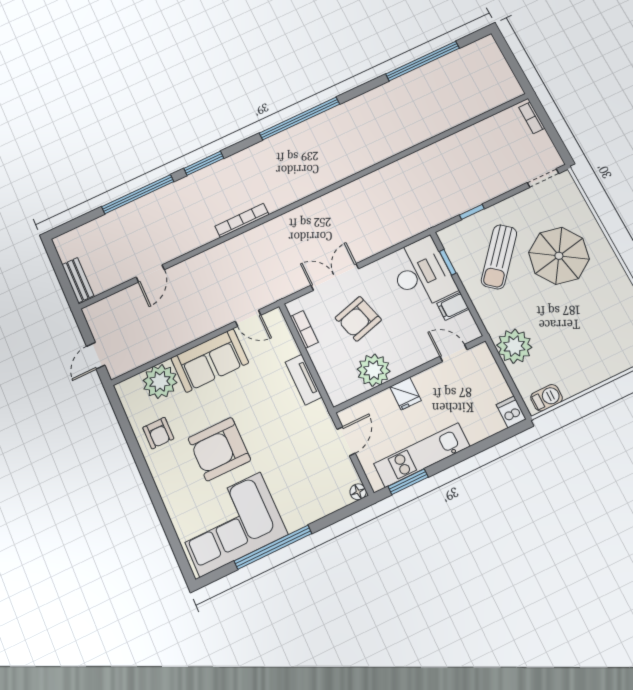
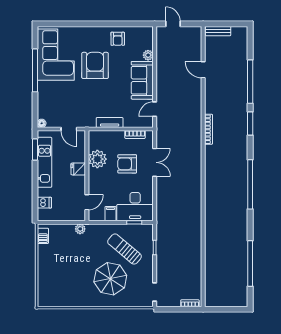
armchair: (358, 319) -> (127, 164), turned -74
plant: (514, 346) -> (80, 229), width x0.53, depth x0.53
plant: (160, 381) -> (148, 55), width x0.53, depth x0.53
dishwasher: (511, 412) -> (44, 203), moved
armchair: (158, 433) -> (118, 39), turned -90

